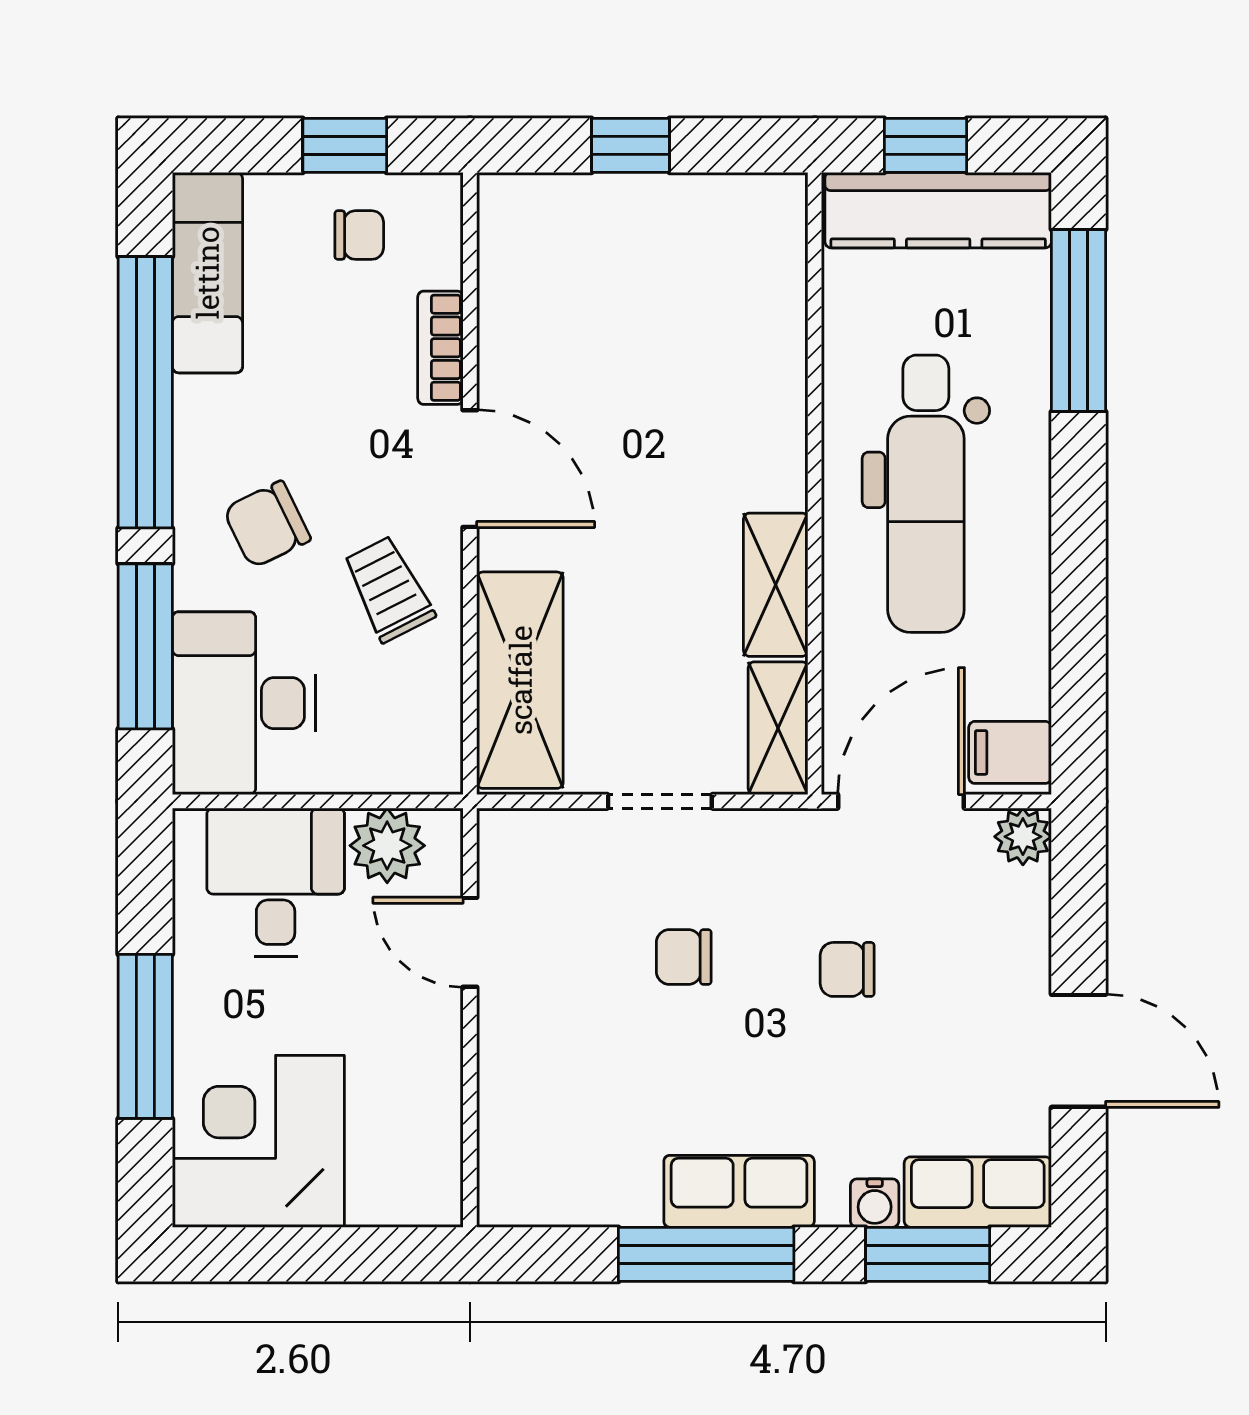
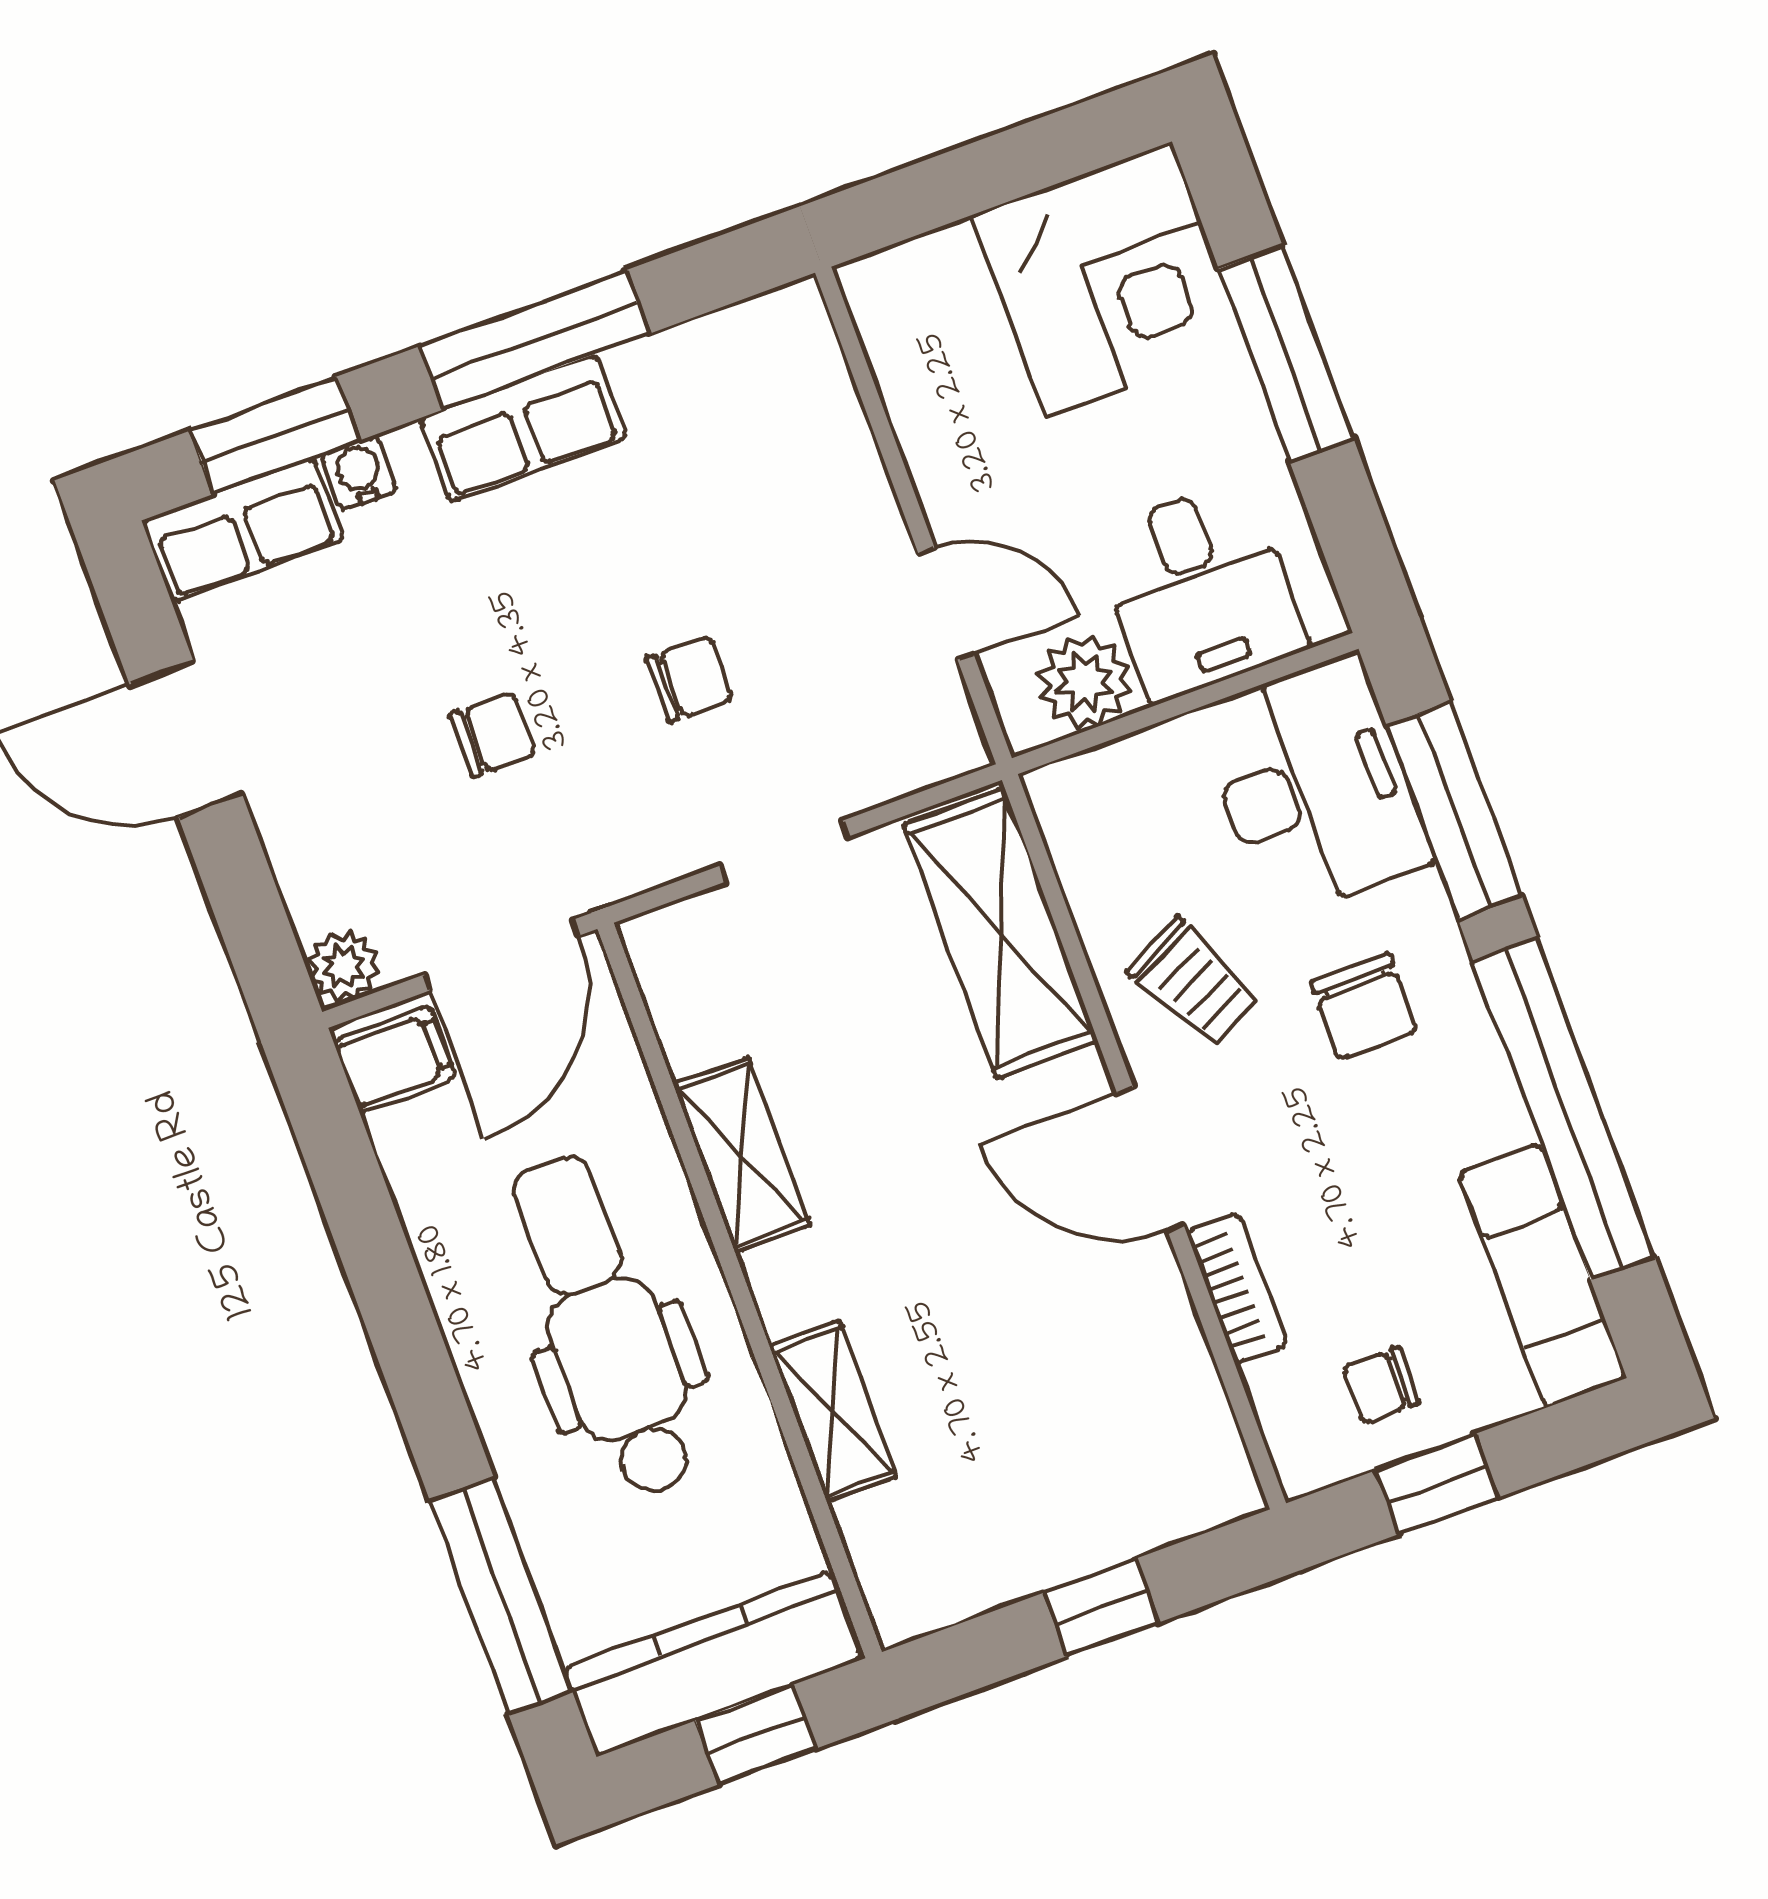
chair: (267, 524) -> (1364, 1006), turned 116
shelving: (778, 728) -> (833, 1412), moved

